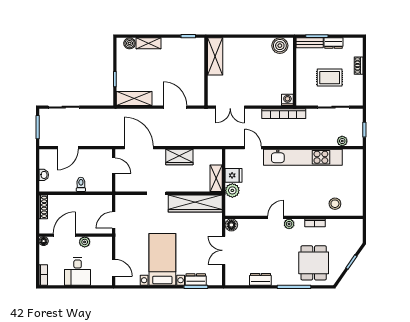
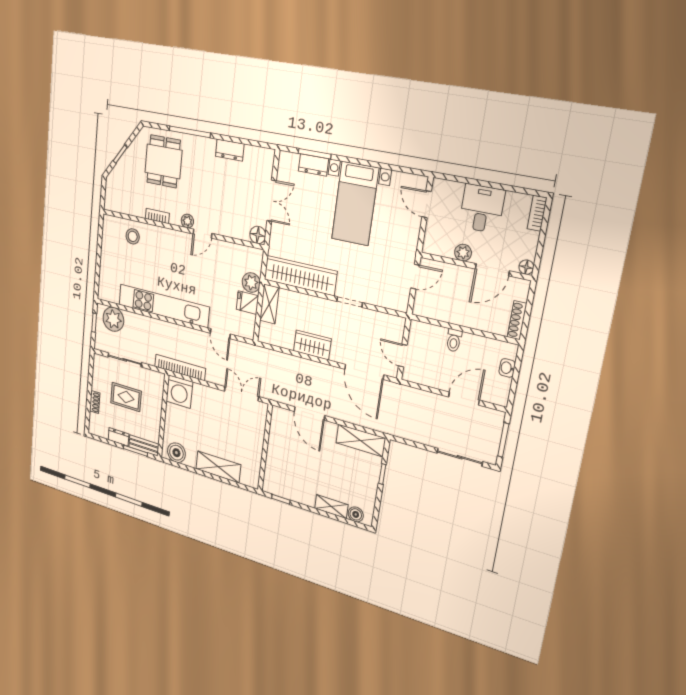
shelving: (215, 56) -> (218, 467), moved, turned 90
washing machine: (287, 100) -> (179, 392), width x1.89, depth x1.89
plant: (342, 141) -> (113, 319), width x1.88, depth x1.88

